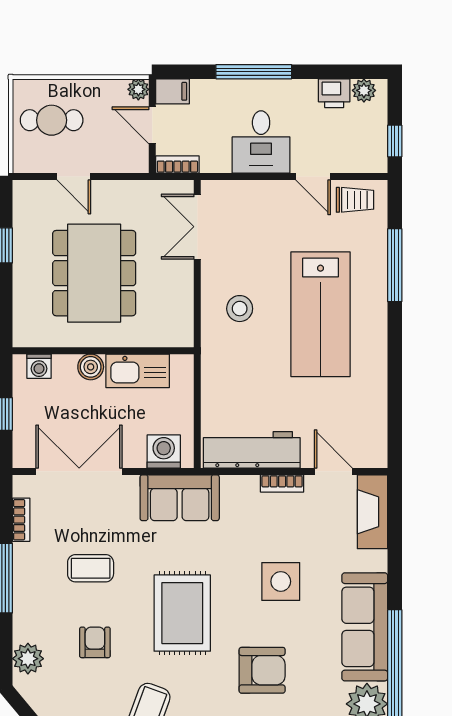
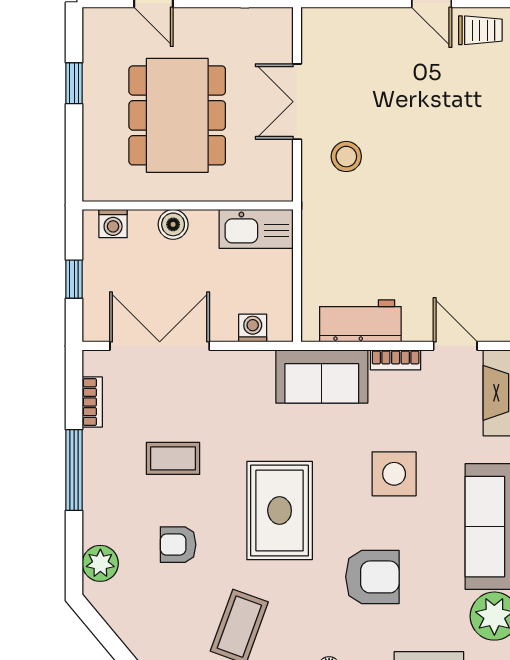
double door: (197, 227) -> (297, 102), moved
lab bench: (320, 314) -> (440, 163), removed
kitchen sink: (138, 371) -> (256, 229), moved
workbench: (252, 450) -> (360, 321), width x0.73
washing machine: (164, 451) -> (253, 328), width x0.73, depth x0.73
sofa: (180, 498) -> (322, 376), moved
armchair: (95, 642) -> (178, 545), turned -90

